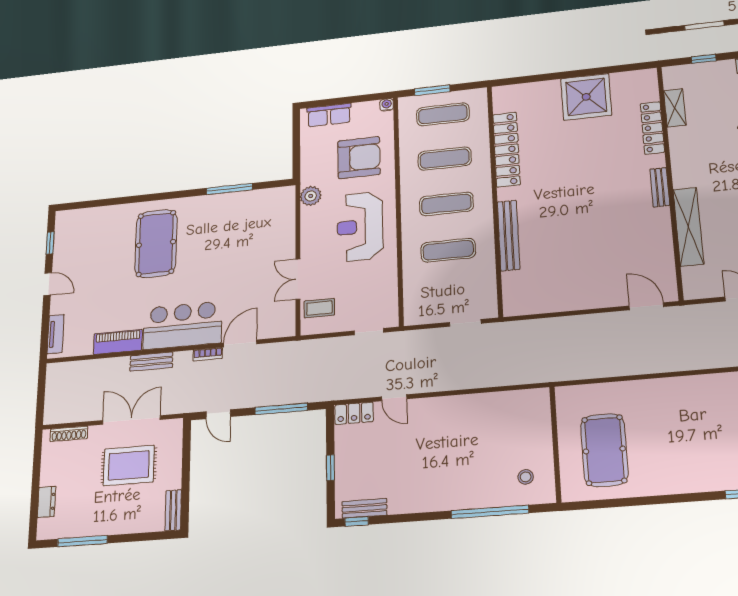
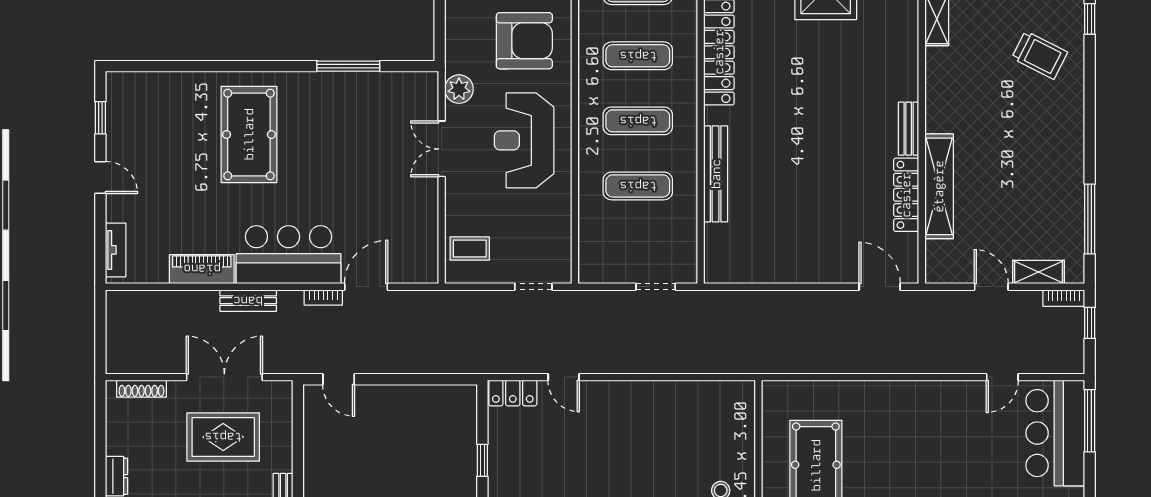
locker: (652, 128) -> (906, 195), moved
double door: (298, 279) -> (442, 149), moved
window: (281, 409) -> (420, 379), removed

